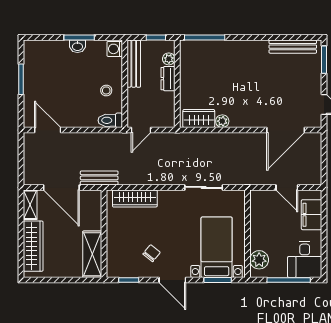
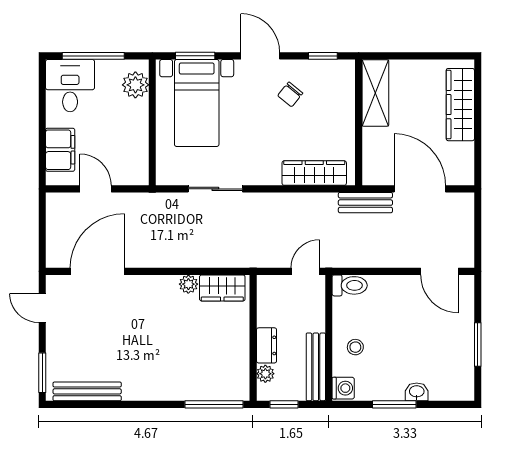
washbasin: (77, 46) -> (417, 392), moved
stool: (106, 90) -> (355, 347), moved
shelving: (30, 205) -> (465, 164), removed

